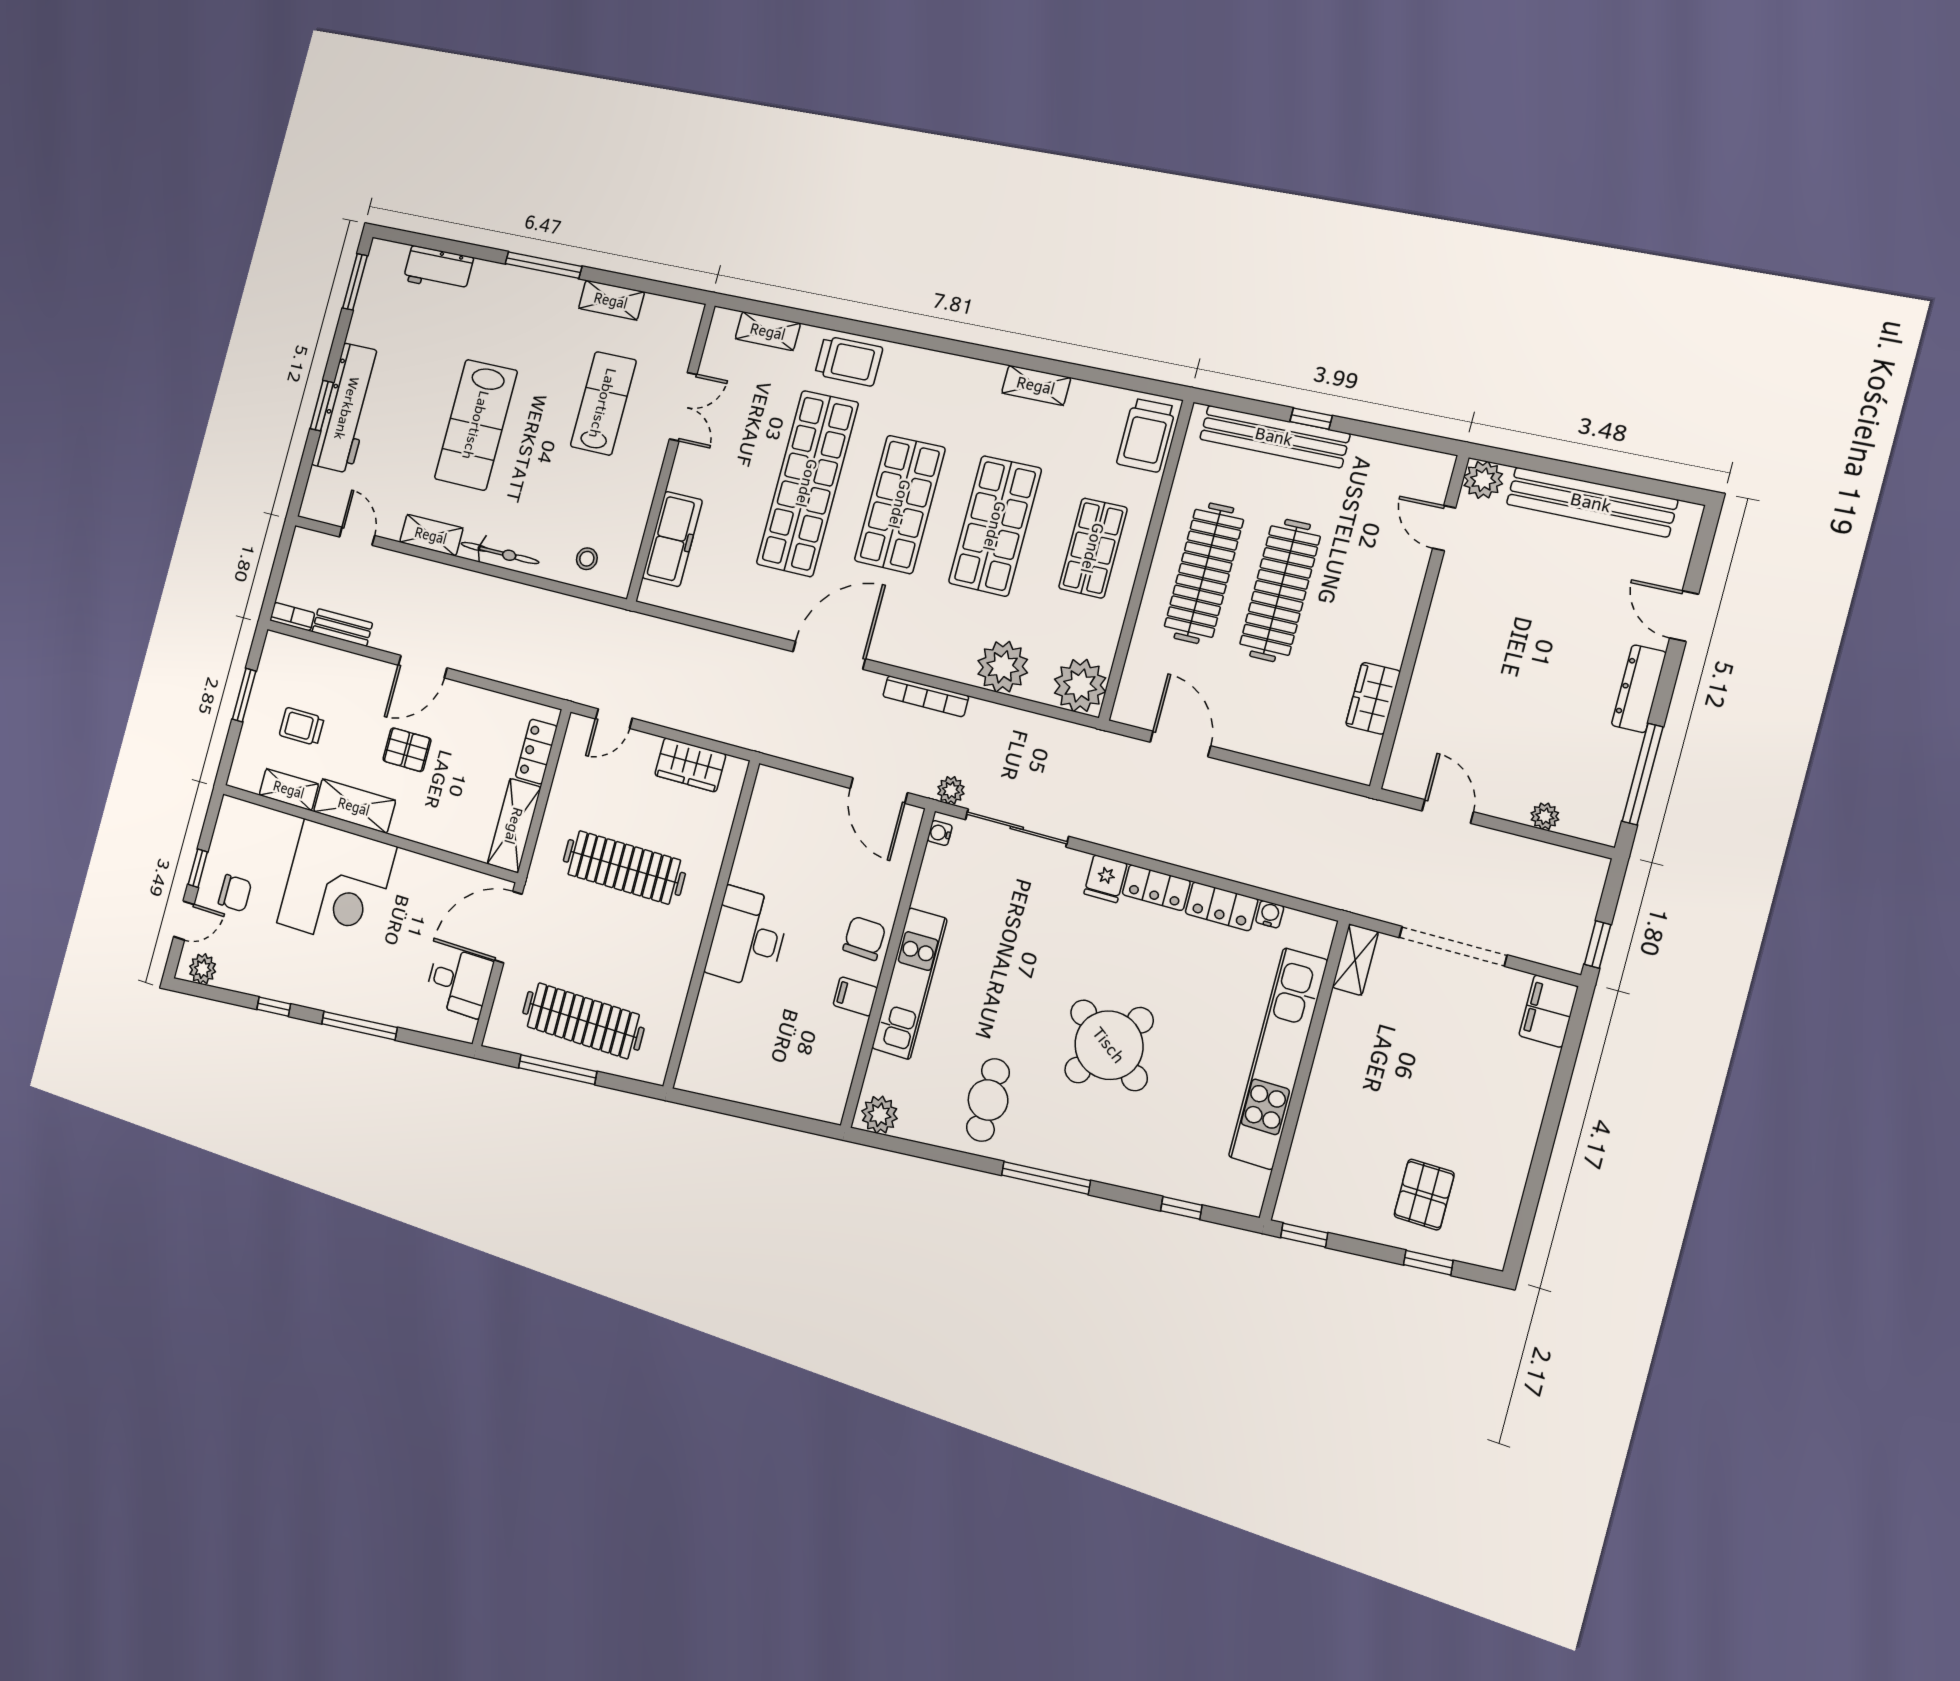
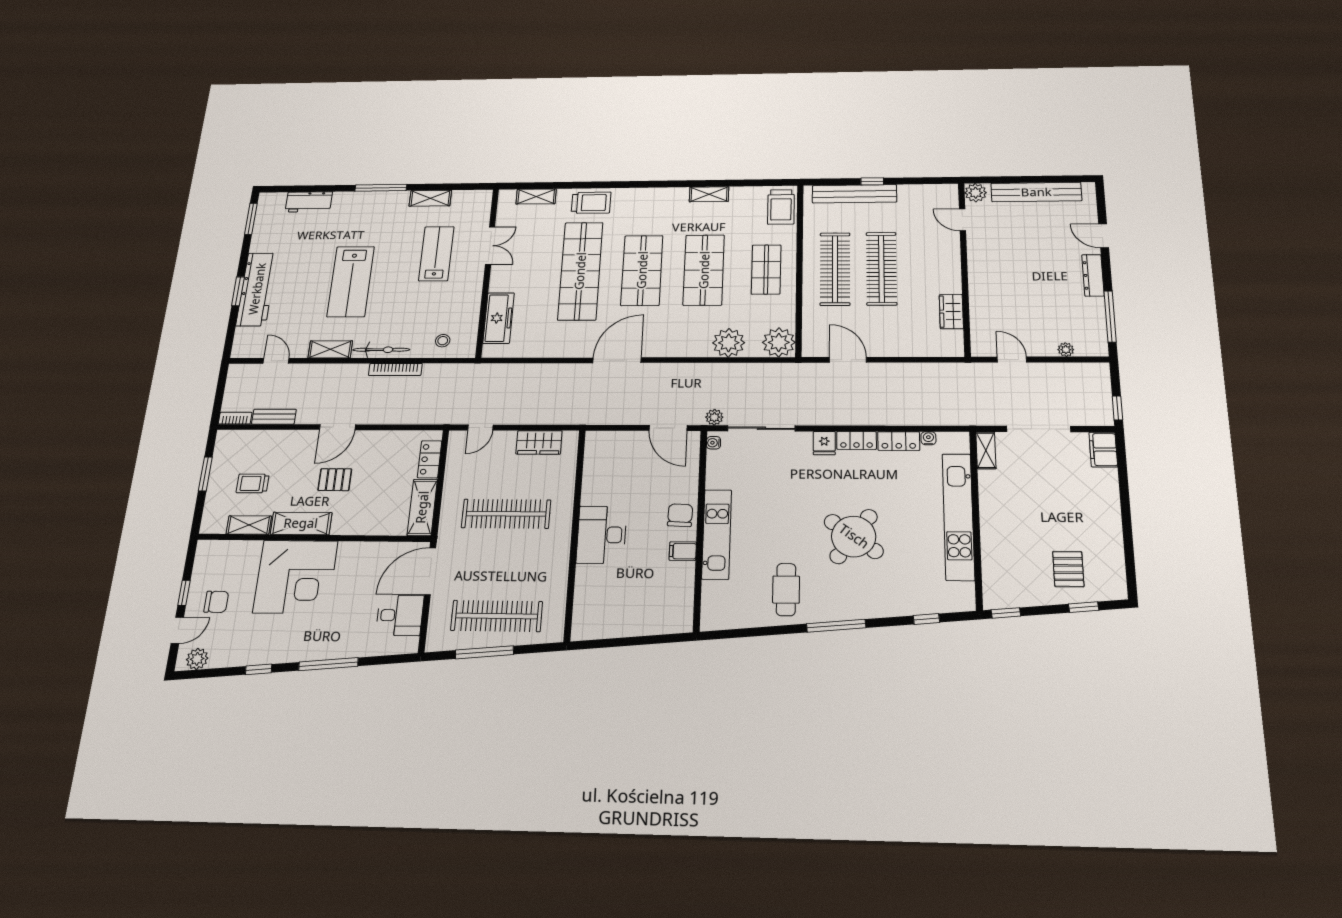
bookcase: (926, 696) -> (395, 369), moved
plant: (880, 1115) -> (717, 618), removed

